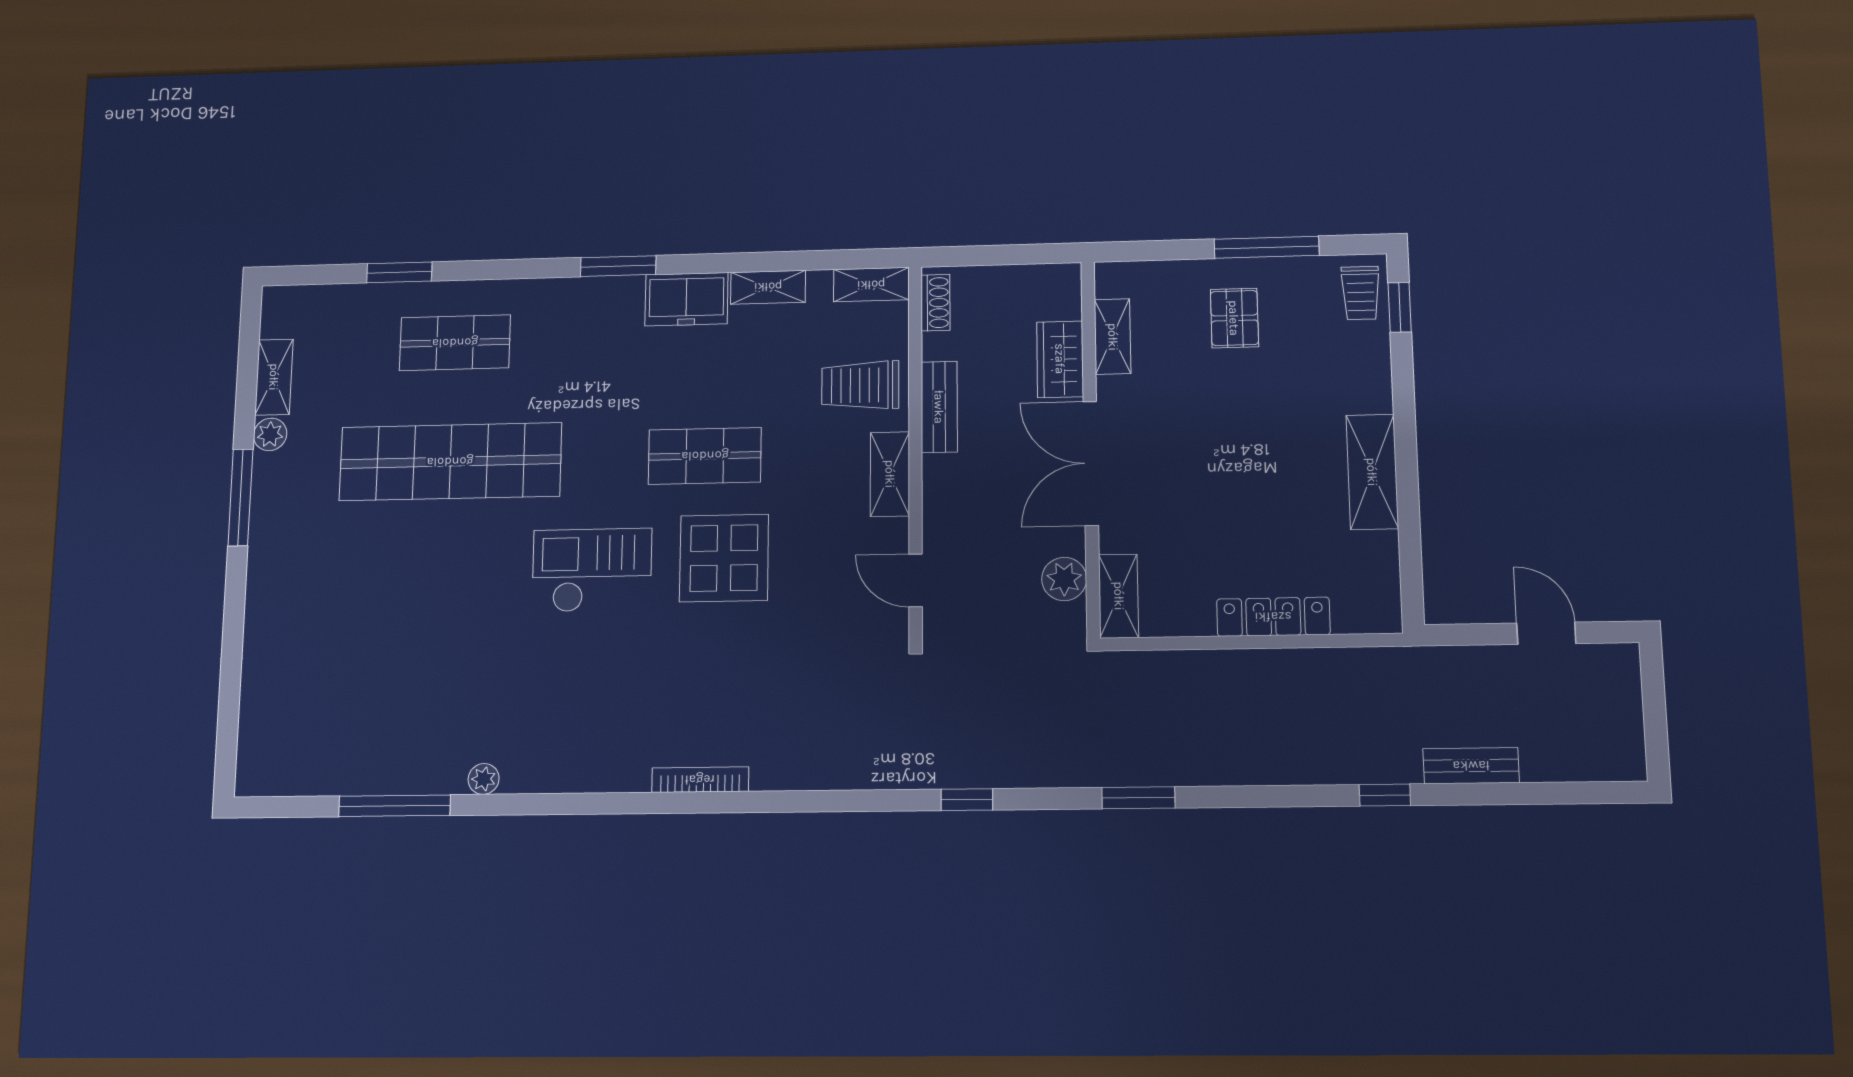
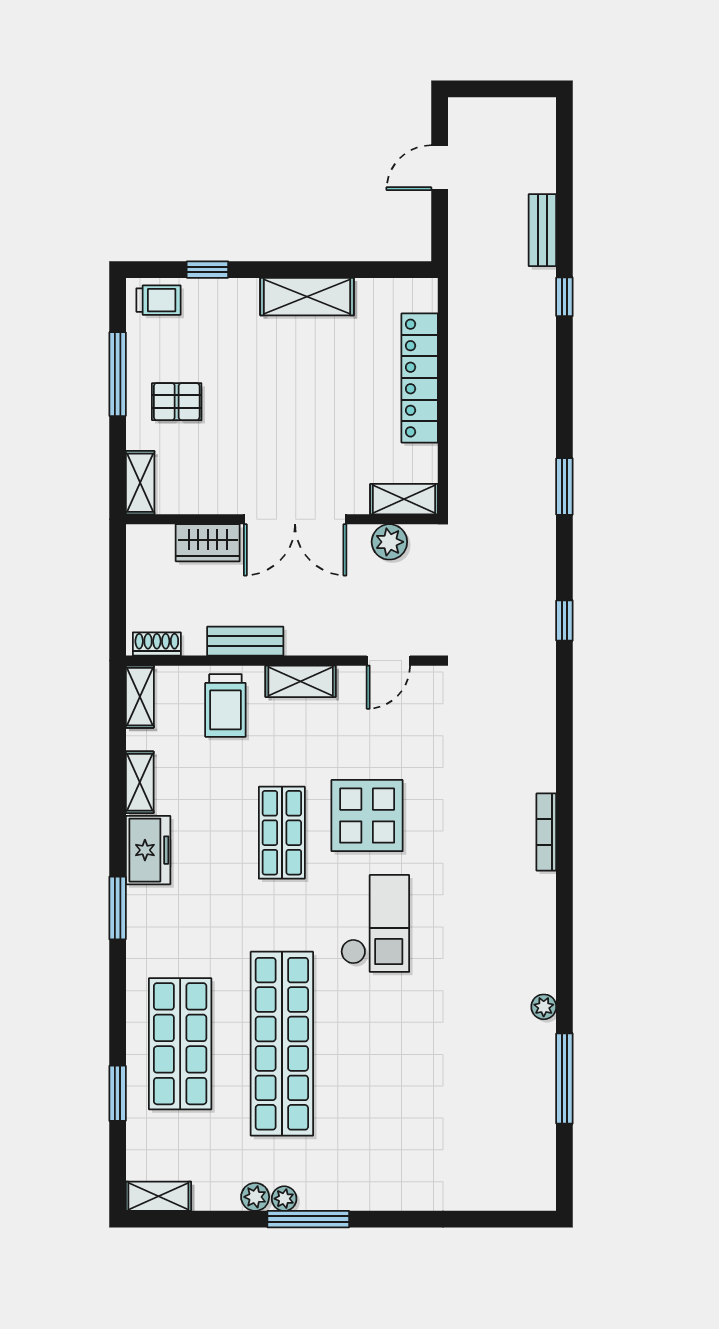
window: (1400, 307) -> (207, 270), moved
shelving: (1113, 337) -> (140, 483), moved, turned 90
shop shelf: (455, 343) -> (180, 1044), width x1.43, depth x1.36
shelving: (274, 377) -> (158, 1196), moved
plant: (266, 468) -> (284, 1199), added
checkout: (592, 570) -> (375, 923), turned 180
locker: (1273, 617) -> (420, 378), width x1.41, depth x1.21

